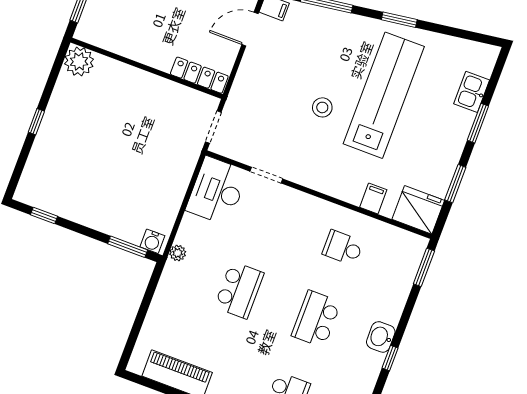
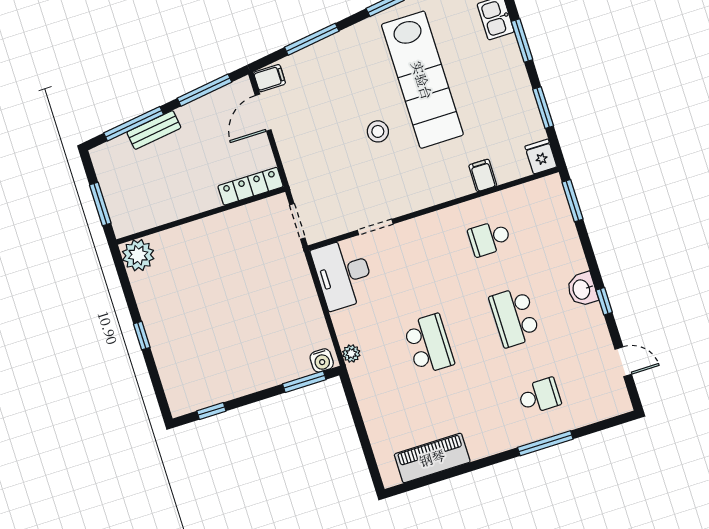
lab bench: (384, 95) -> (422, 80), turned 180
fridge: (418, 210) -> (541, 156), width x0.53, depth x0.75

